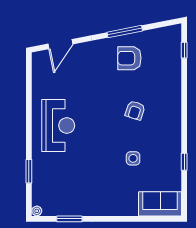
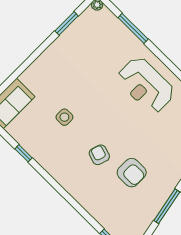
armchair: (129, 58) -> (132, 173), moved, turned 90
window: (29, 171) -> (133, 28), width x1.44

